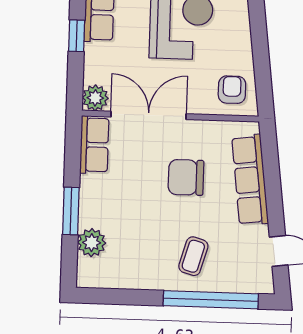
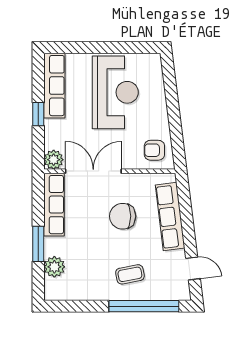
armchair: (232, 90) -> (154, 150), turned -90
row of seats: (94, 145) -> (54, 205), width x1.48
coffee table: (193, 256) -> (130, 274), turned 63

